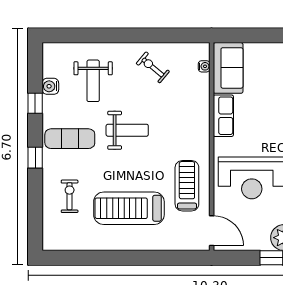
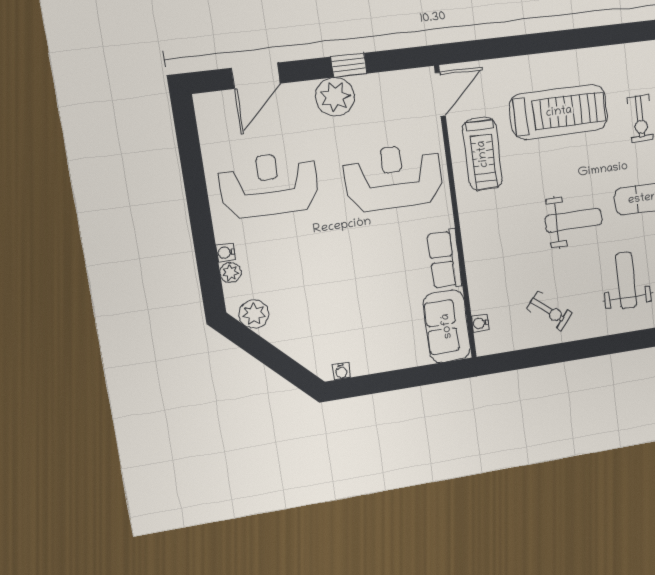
weight bench: (127, 130) -> (574, 220), turned 180
door: (212, 231) -> (440, 94), swing flipped

